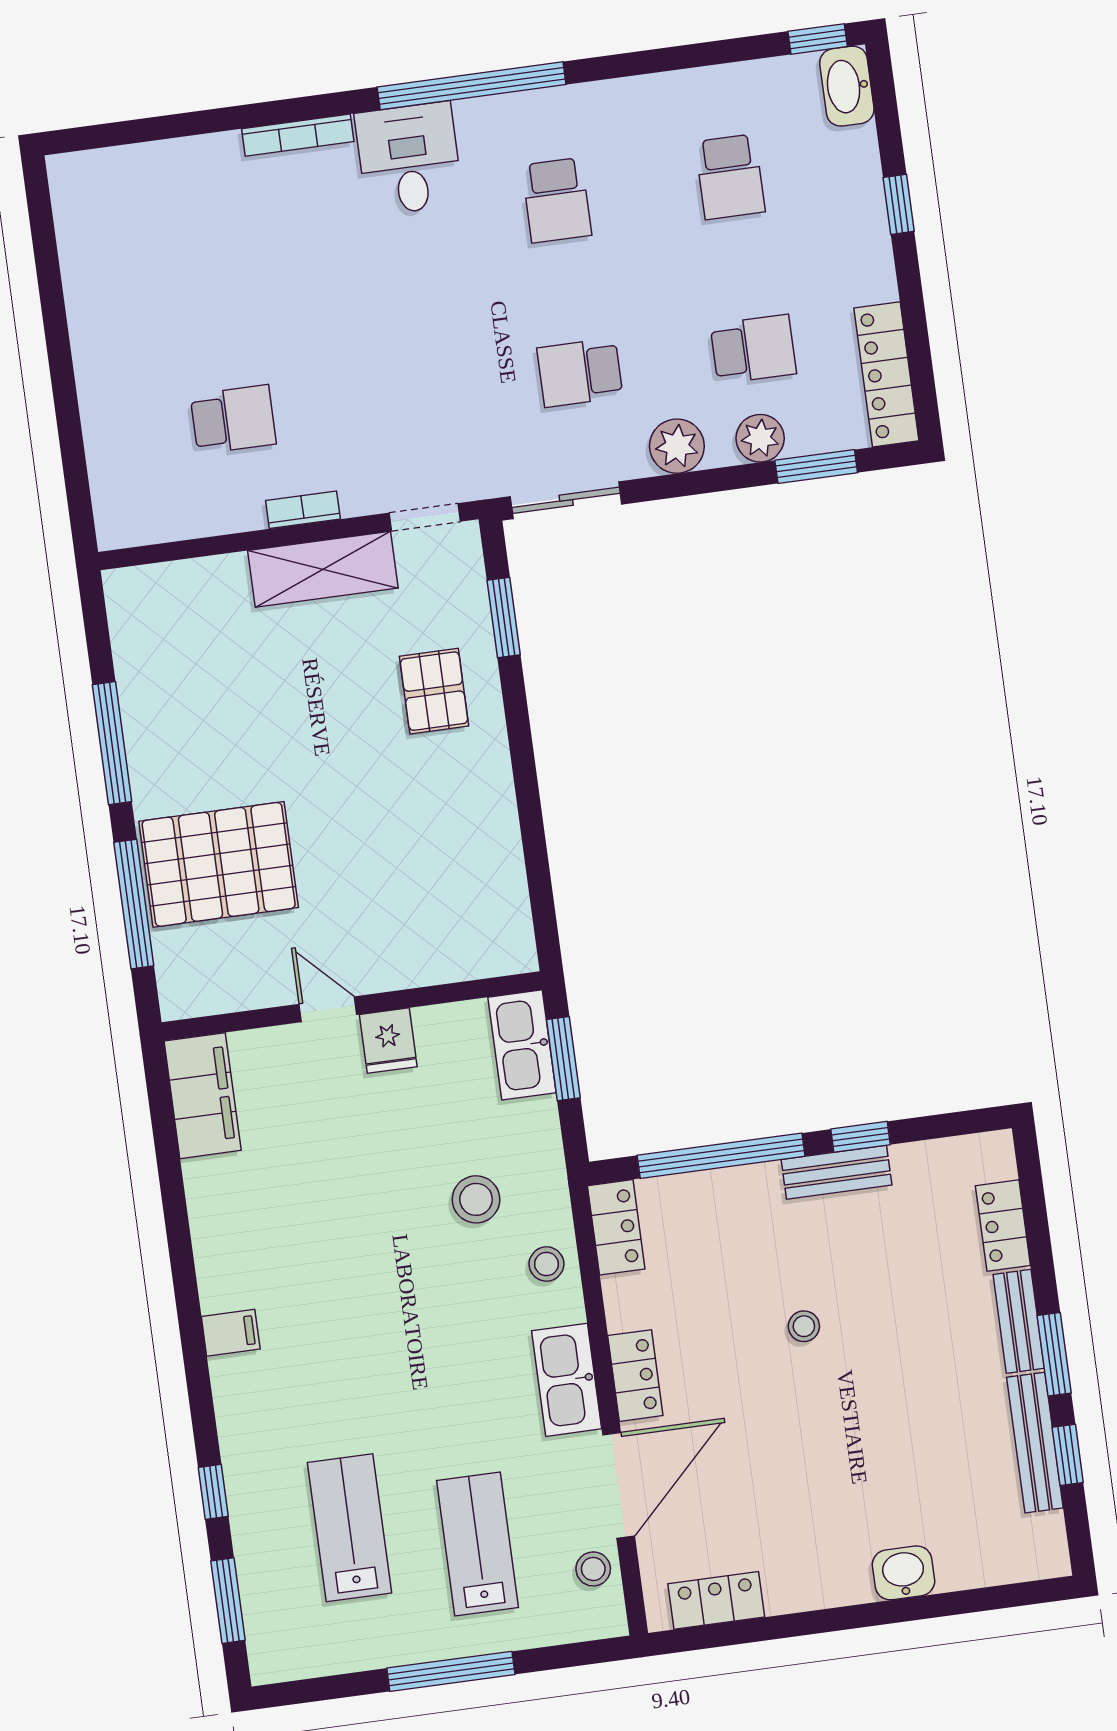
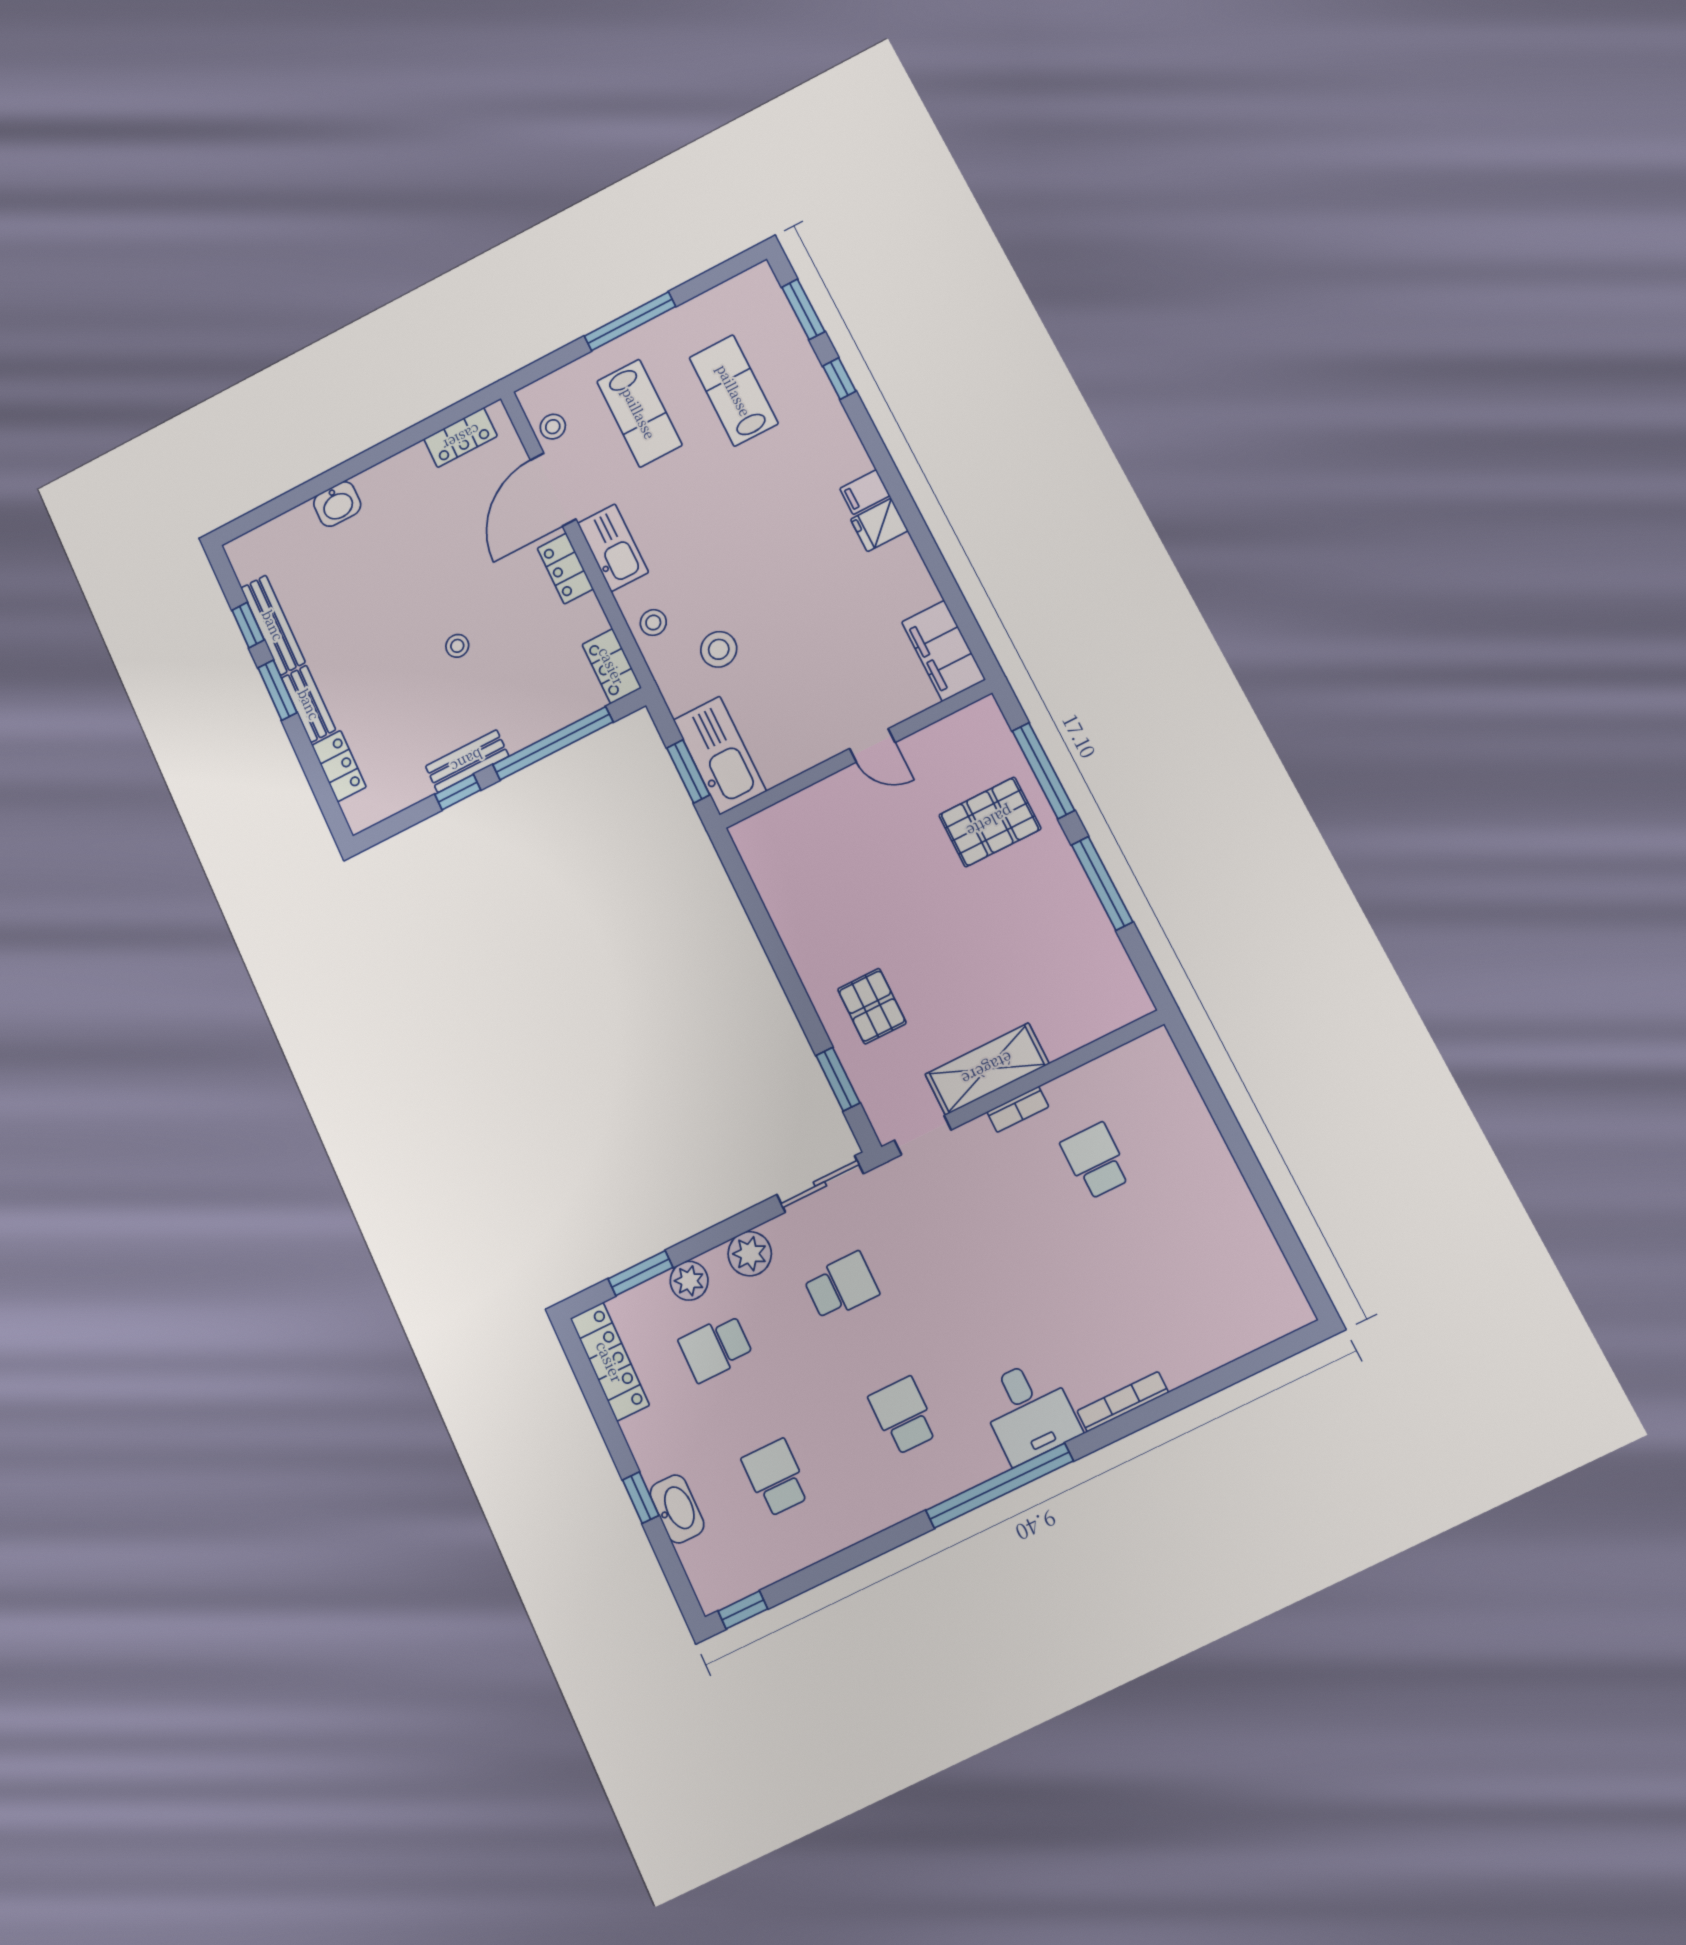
washbasin: (847, 86) -> (677, 1509), moved
school desk: (233, 419) -> (1096, 1161), turned 90
pallet: (219, 864) -> (990, 822), width x0.73, depth x0.71
fridge: (388, 1041) -> (879, 525), moved, turned -90
kitchen sink: (522, 1045) -> (720, 755), width x1.36, depth x1.24
lab bench: (349, 1528) -> (734, 390), turned 180

